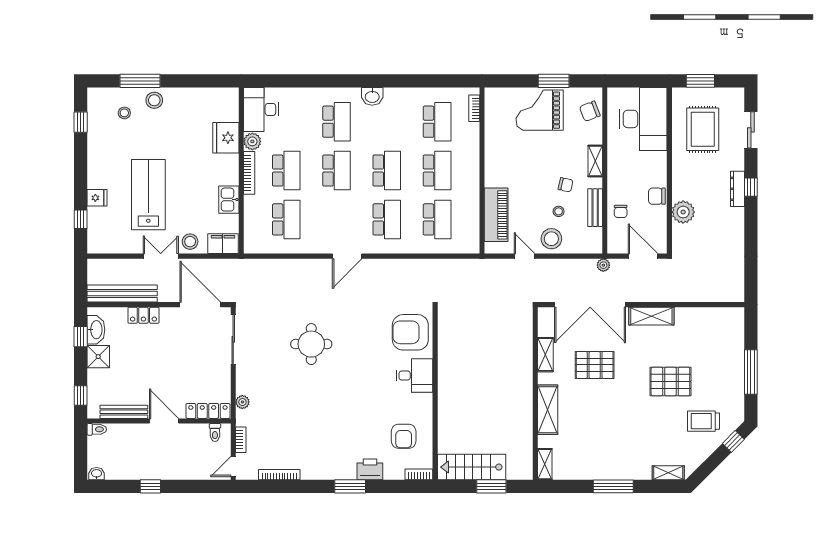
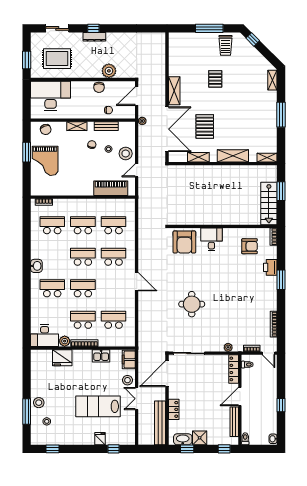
pallet: (670, 382) -> (215, 79), width x0.67, depth x0.71
trolley: (704, 421) -> (226, 45), moved

